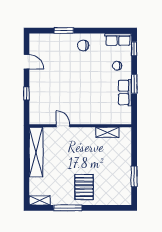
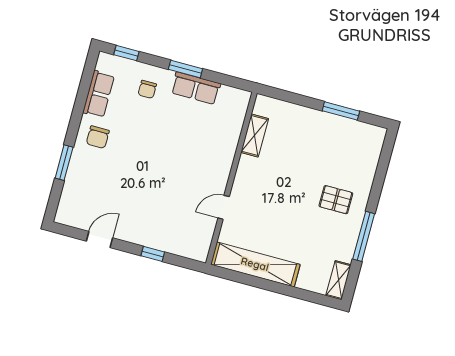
row of seats: (118, 39) -> (99, 94), moved
pallet: (84, 187) -> (336, 200), width x0.67, depth x0.71

